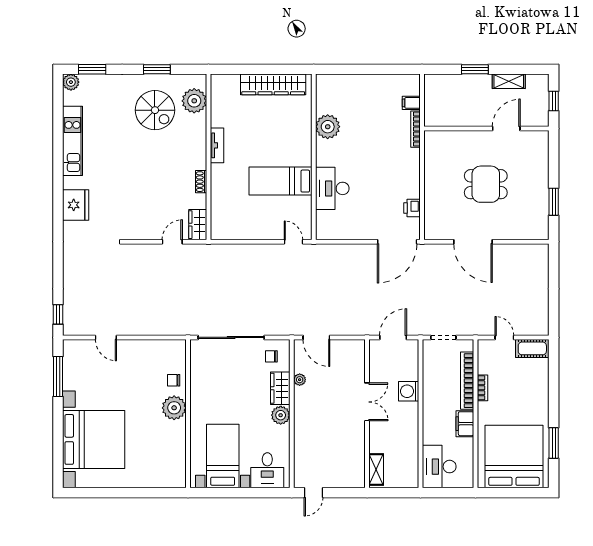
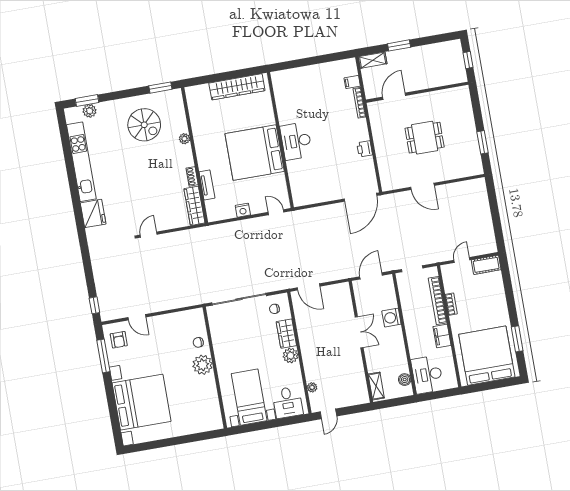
window: (157, 69) -> (160, 88), moved
shelving: (509, 81) -> (373, 60), moved
plant: (71, 82) -> (90, 111), moved
plant: (194, 101) -> (184, 139), moved, width x0.53, depth x0.53
plant: (328, 127) -> (287, 113), removed
door: (506, 129) -> (394, 96), moved
kitchen unit: (73, 141) -> (81, 162), width x1.36
tv unit: (217, 145) -> (207, 185), moved
bed: (280, 181) -> (255, 153), width x2.04
desk: (332, 188) -> (296, 141), moved
printer: (412, 208) -> (365, 149), moved
wardrobe: (198, 225) -> (194, 206), width x1.50
nightstand: (254, 232) -> (243, 210), added
door: (172, 242) -> (149, 235), moved
door: (473, 242) -> (422, 186), width x0.73
door: (504, 337) -> (462, 260), hinge flipped
armchair: (80, 360) -> (119, 340), added
plant: (300, 380) -> (312, 387), moved
boiler: (411, 468) -> (405, 380), added

